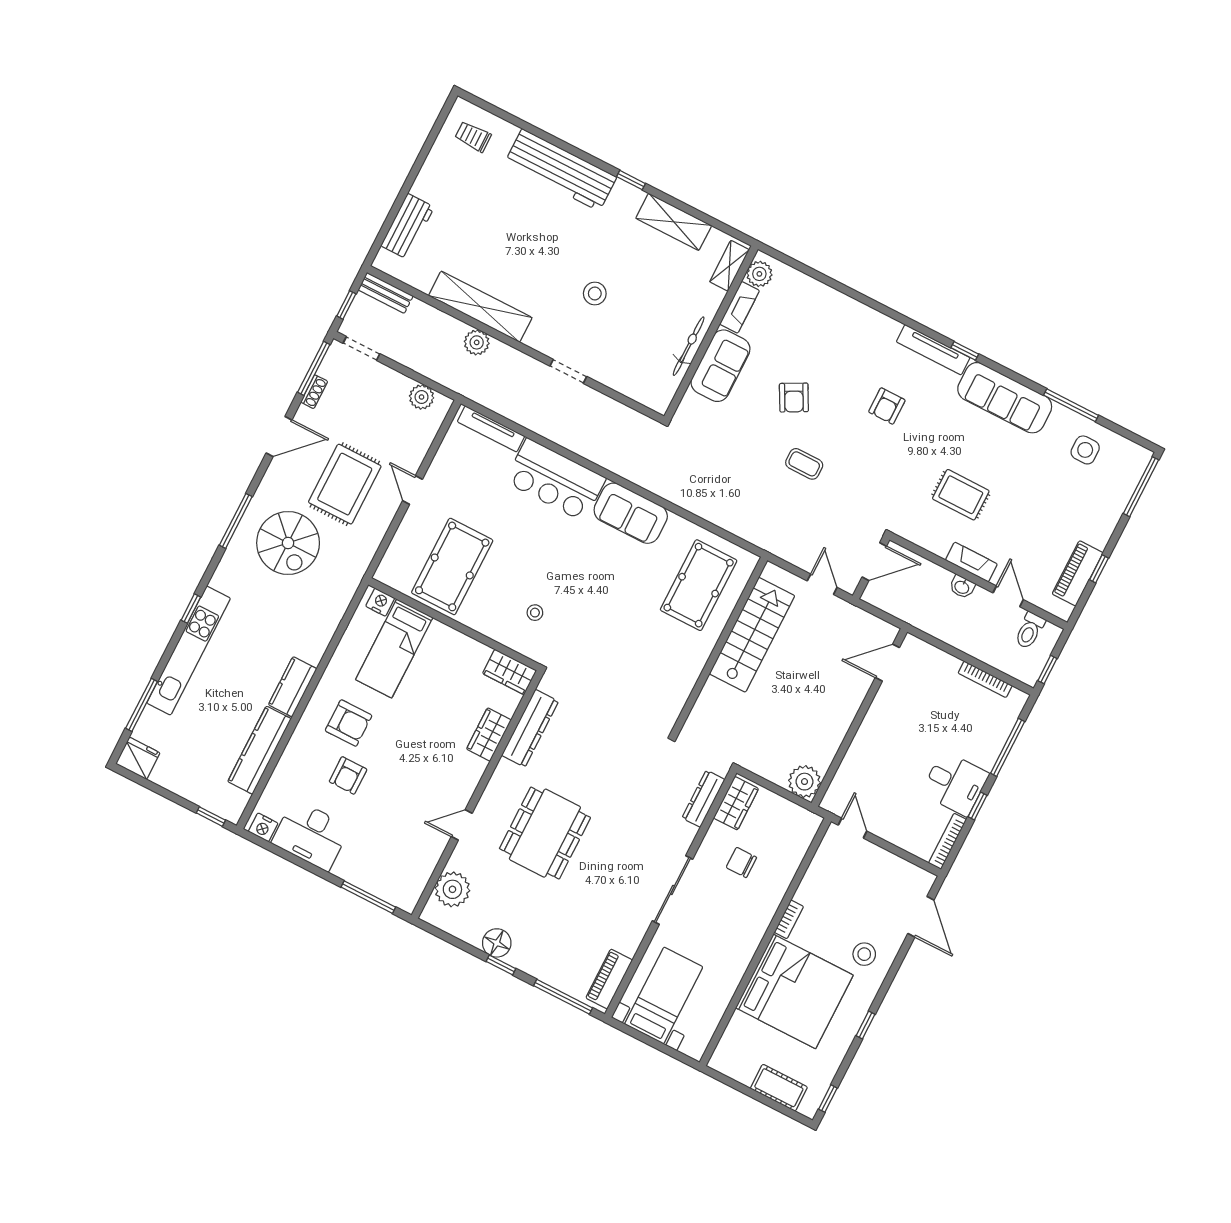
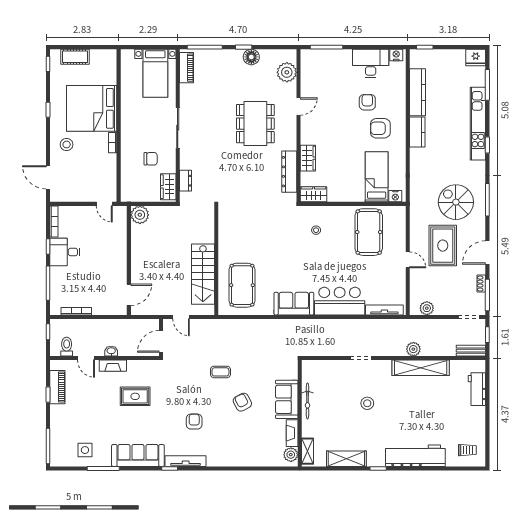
dresser: (703, 799) -> (186, 181), width x0.70

